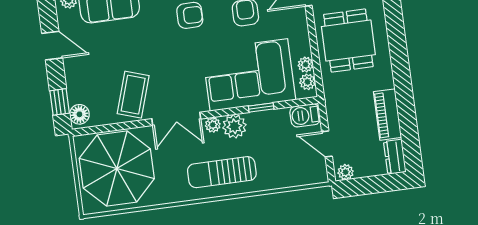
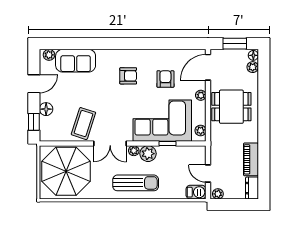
dining table: (348, 41) -> (231, 107), turned 90
door: (52, 46) -> (34, 84), hinge flipped
plant: (306, 65) -> (201, 95), moved
floor lamp: (79, 114) -> (46, 109), moved
barbecue: (305, 115) -> (196, 192), moved, turned 180
sun lounger: (222, 172) -> (136, 183), turned 180

